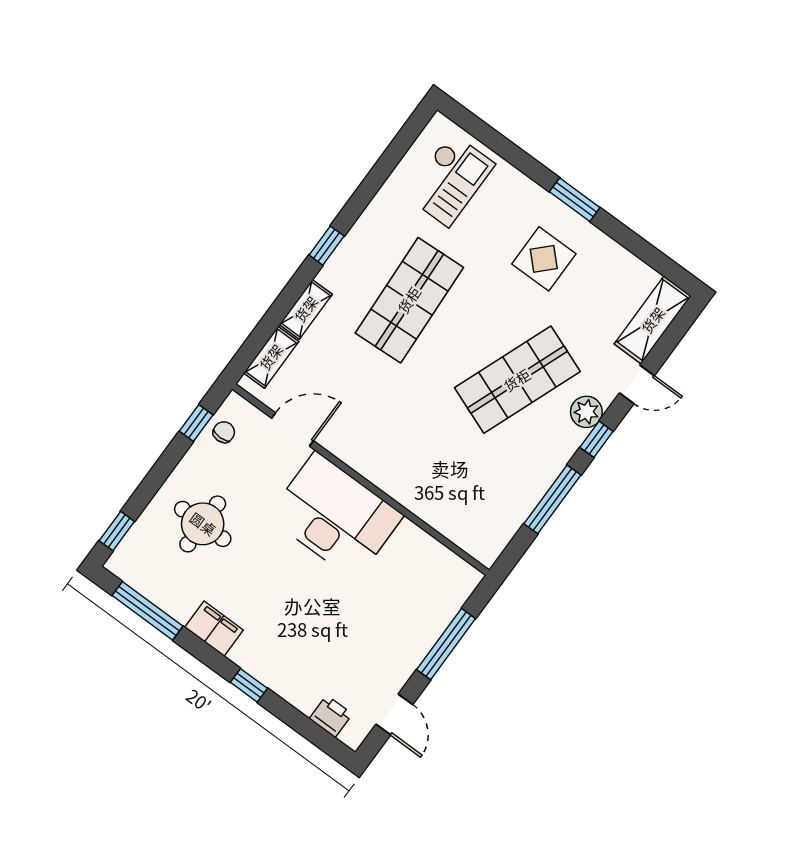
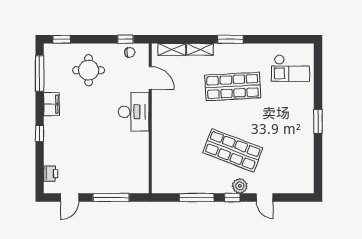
window: (327, 246) -> (230, 39), width x1.50
display table: (544, 259) -> (287, 126), removed
shelving: (653, 320) -> (294, 185), removed
desk: (335, 516) -> (134, 112), width x0.73, depth x0.77

